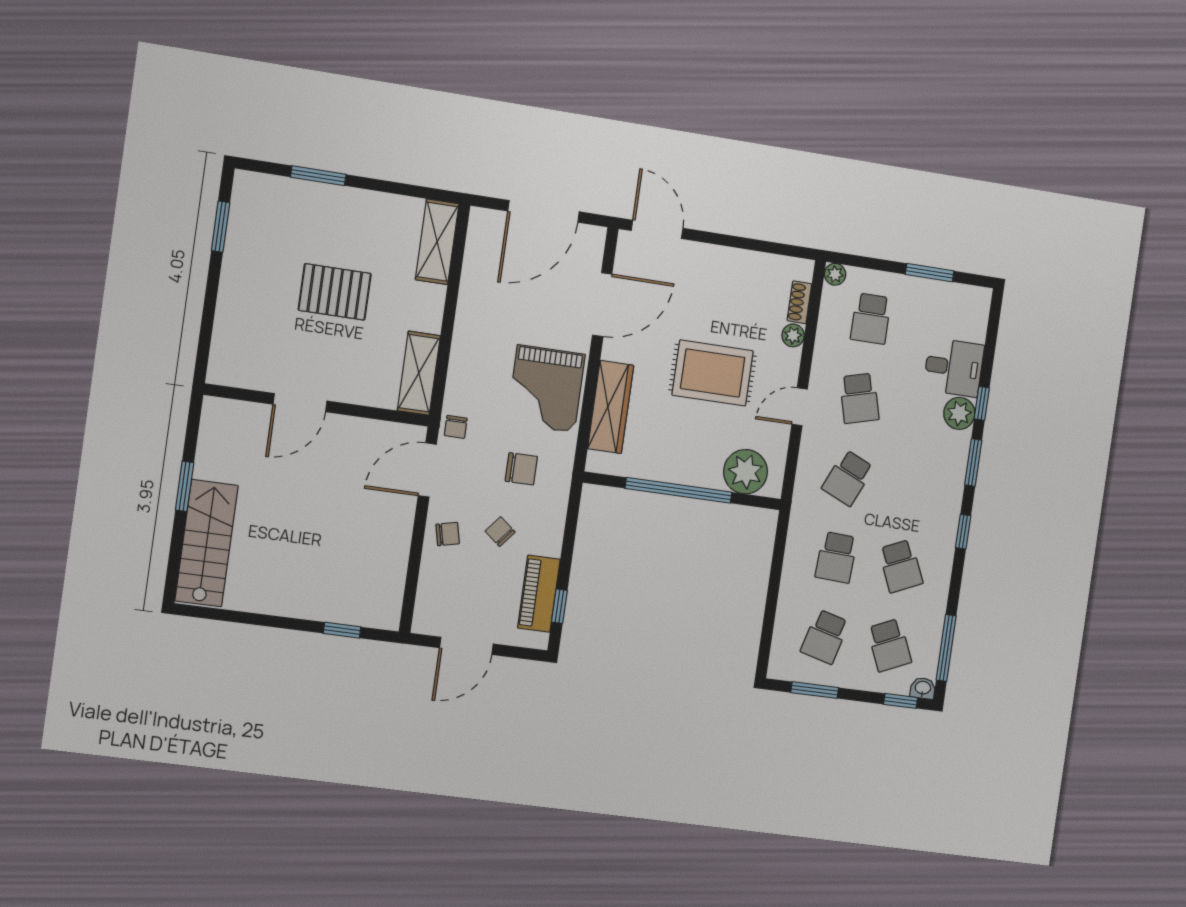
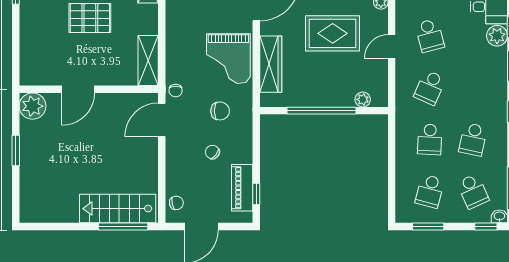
plant: (222, 419) -> (33, 106), added
plant: (745, 472) -> (363, 99), width x0.53, depth x0.53
chair: (448, 534) -> (176, 203), moved
stairs: (207, 543) -> (118, 209), moved, turned -90
school desk: (901, 566) -> (473, 139), turned 36
window: (342, 630) -> (123, 226), width x2.17

